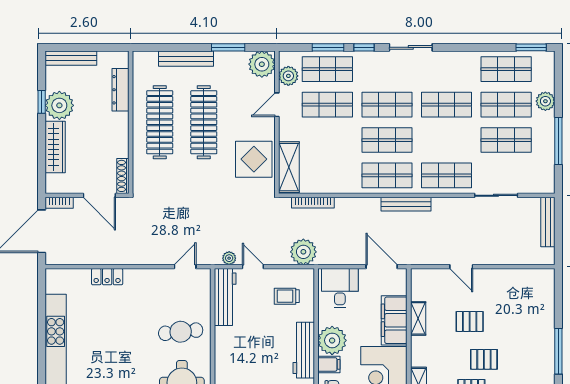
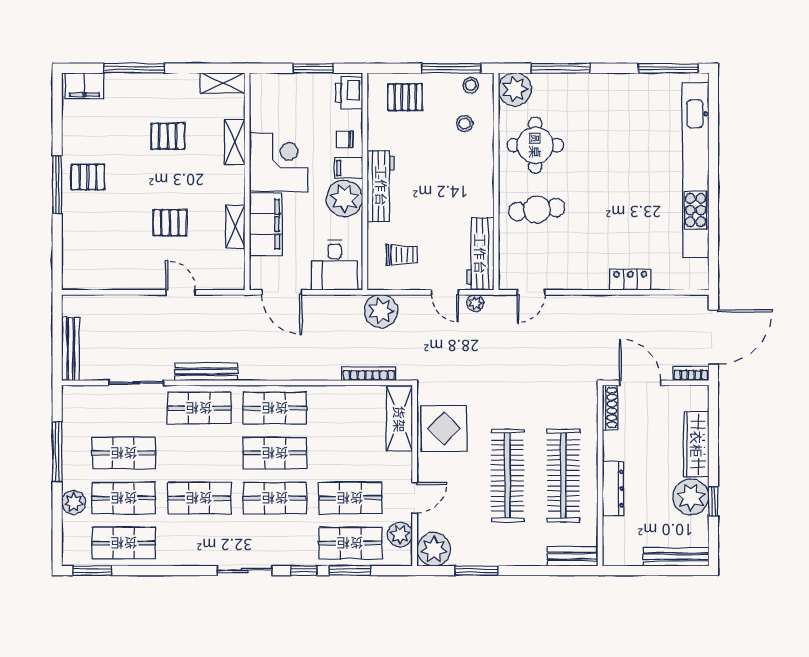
bench: (186, 59) -> (573, 556), moved, width x0.73
dresser: (121, 90) -> (613, 488), moved
bench: (406, 204) -> (206, 372), moved
pallet: (484, 359) -> (88, 177), moved

